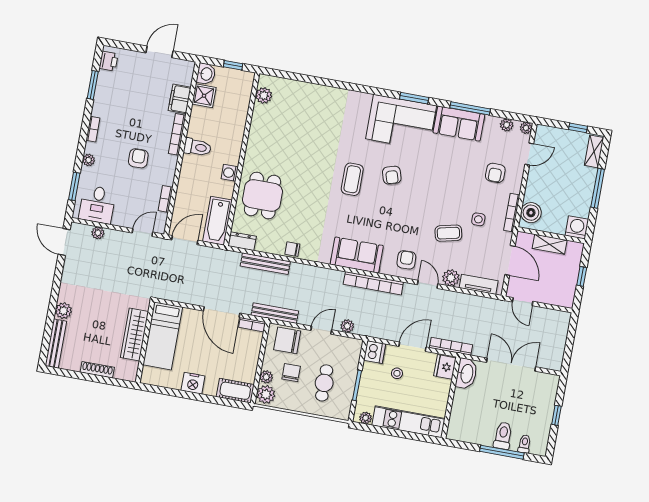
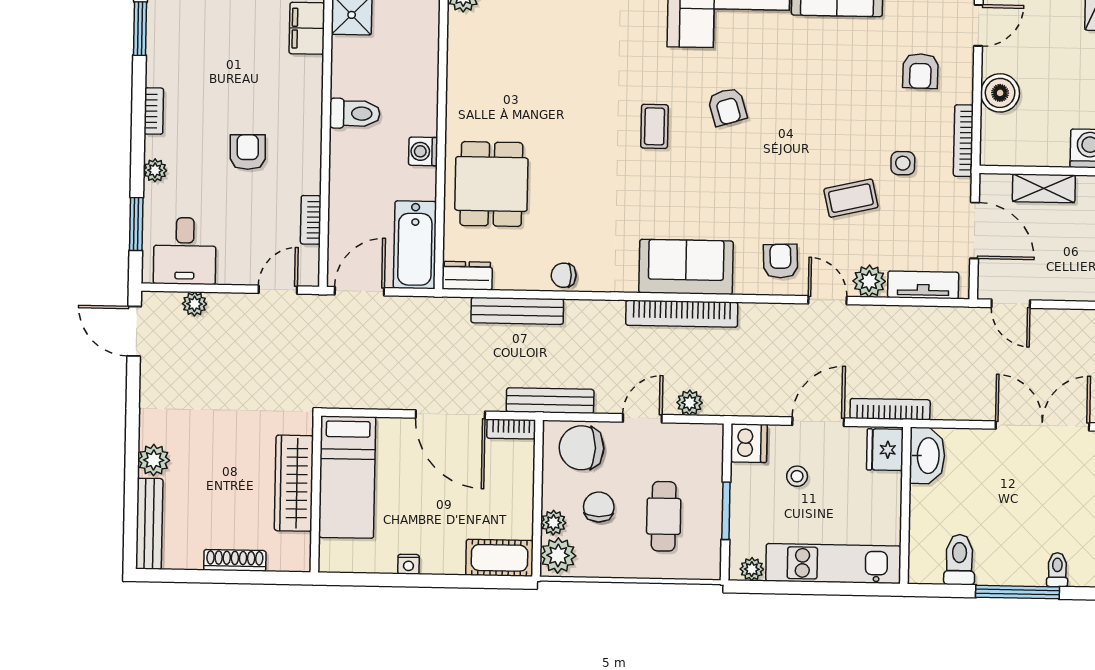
bookcase: (177, 134) -> (313, 96), removed
coffee table: (352, 179) -> (654, 126), width x0.73, depth x0.77
boiler: (531, 213) -> (1000, 93), moved
bookcase: (373, 283) -> (682, 314), moved
double door: (511, 365) -> (1042, 426), moved
nightstand: (193, 383) -> (409, 564), width x0.53, depth x0.56
toilet: (503, 436) -> (959, 560), moved

